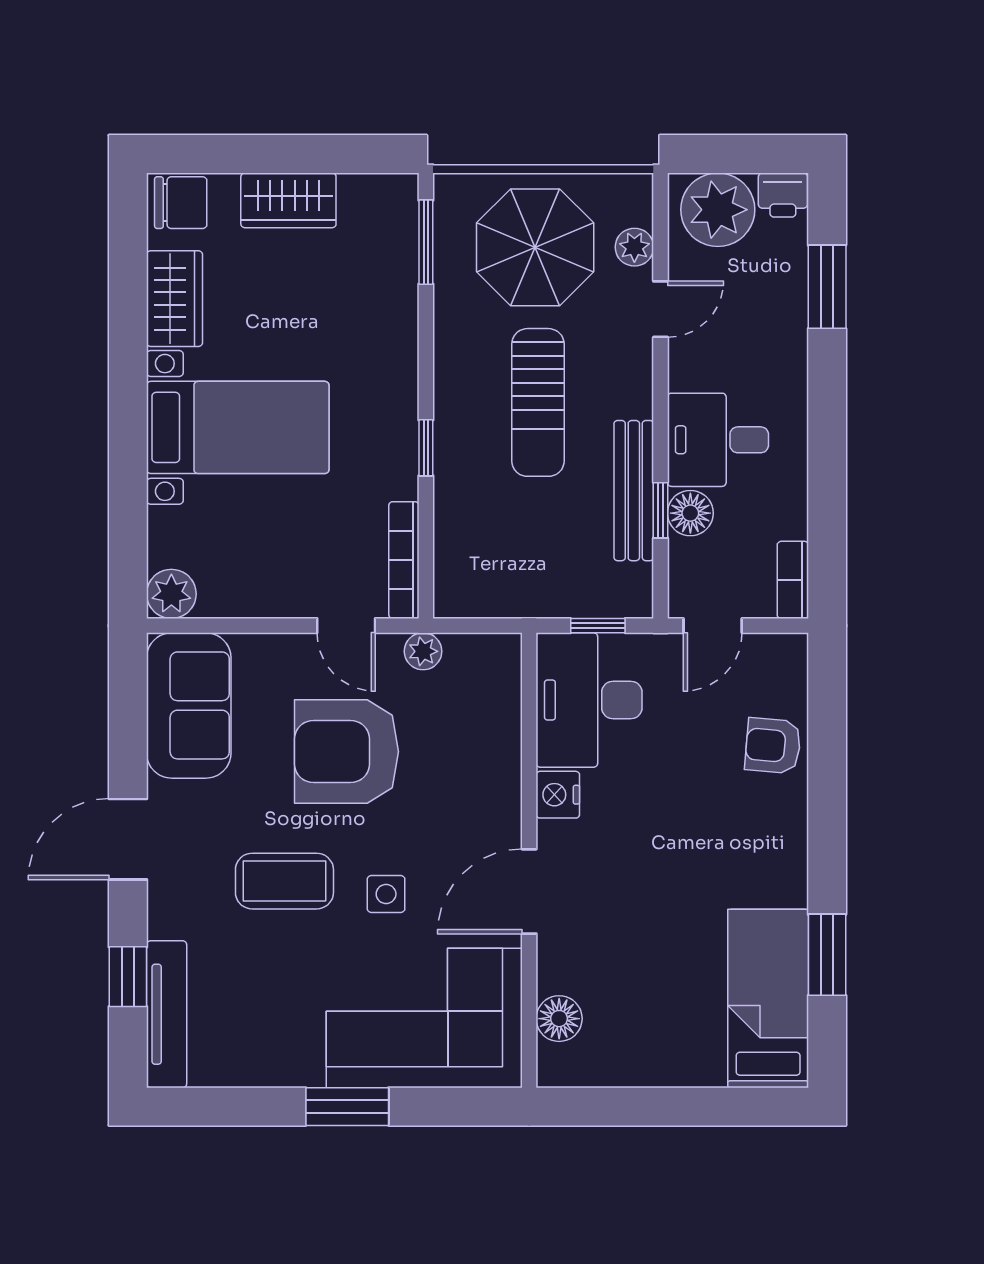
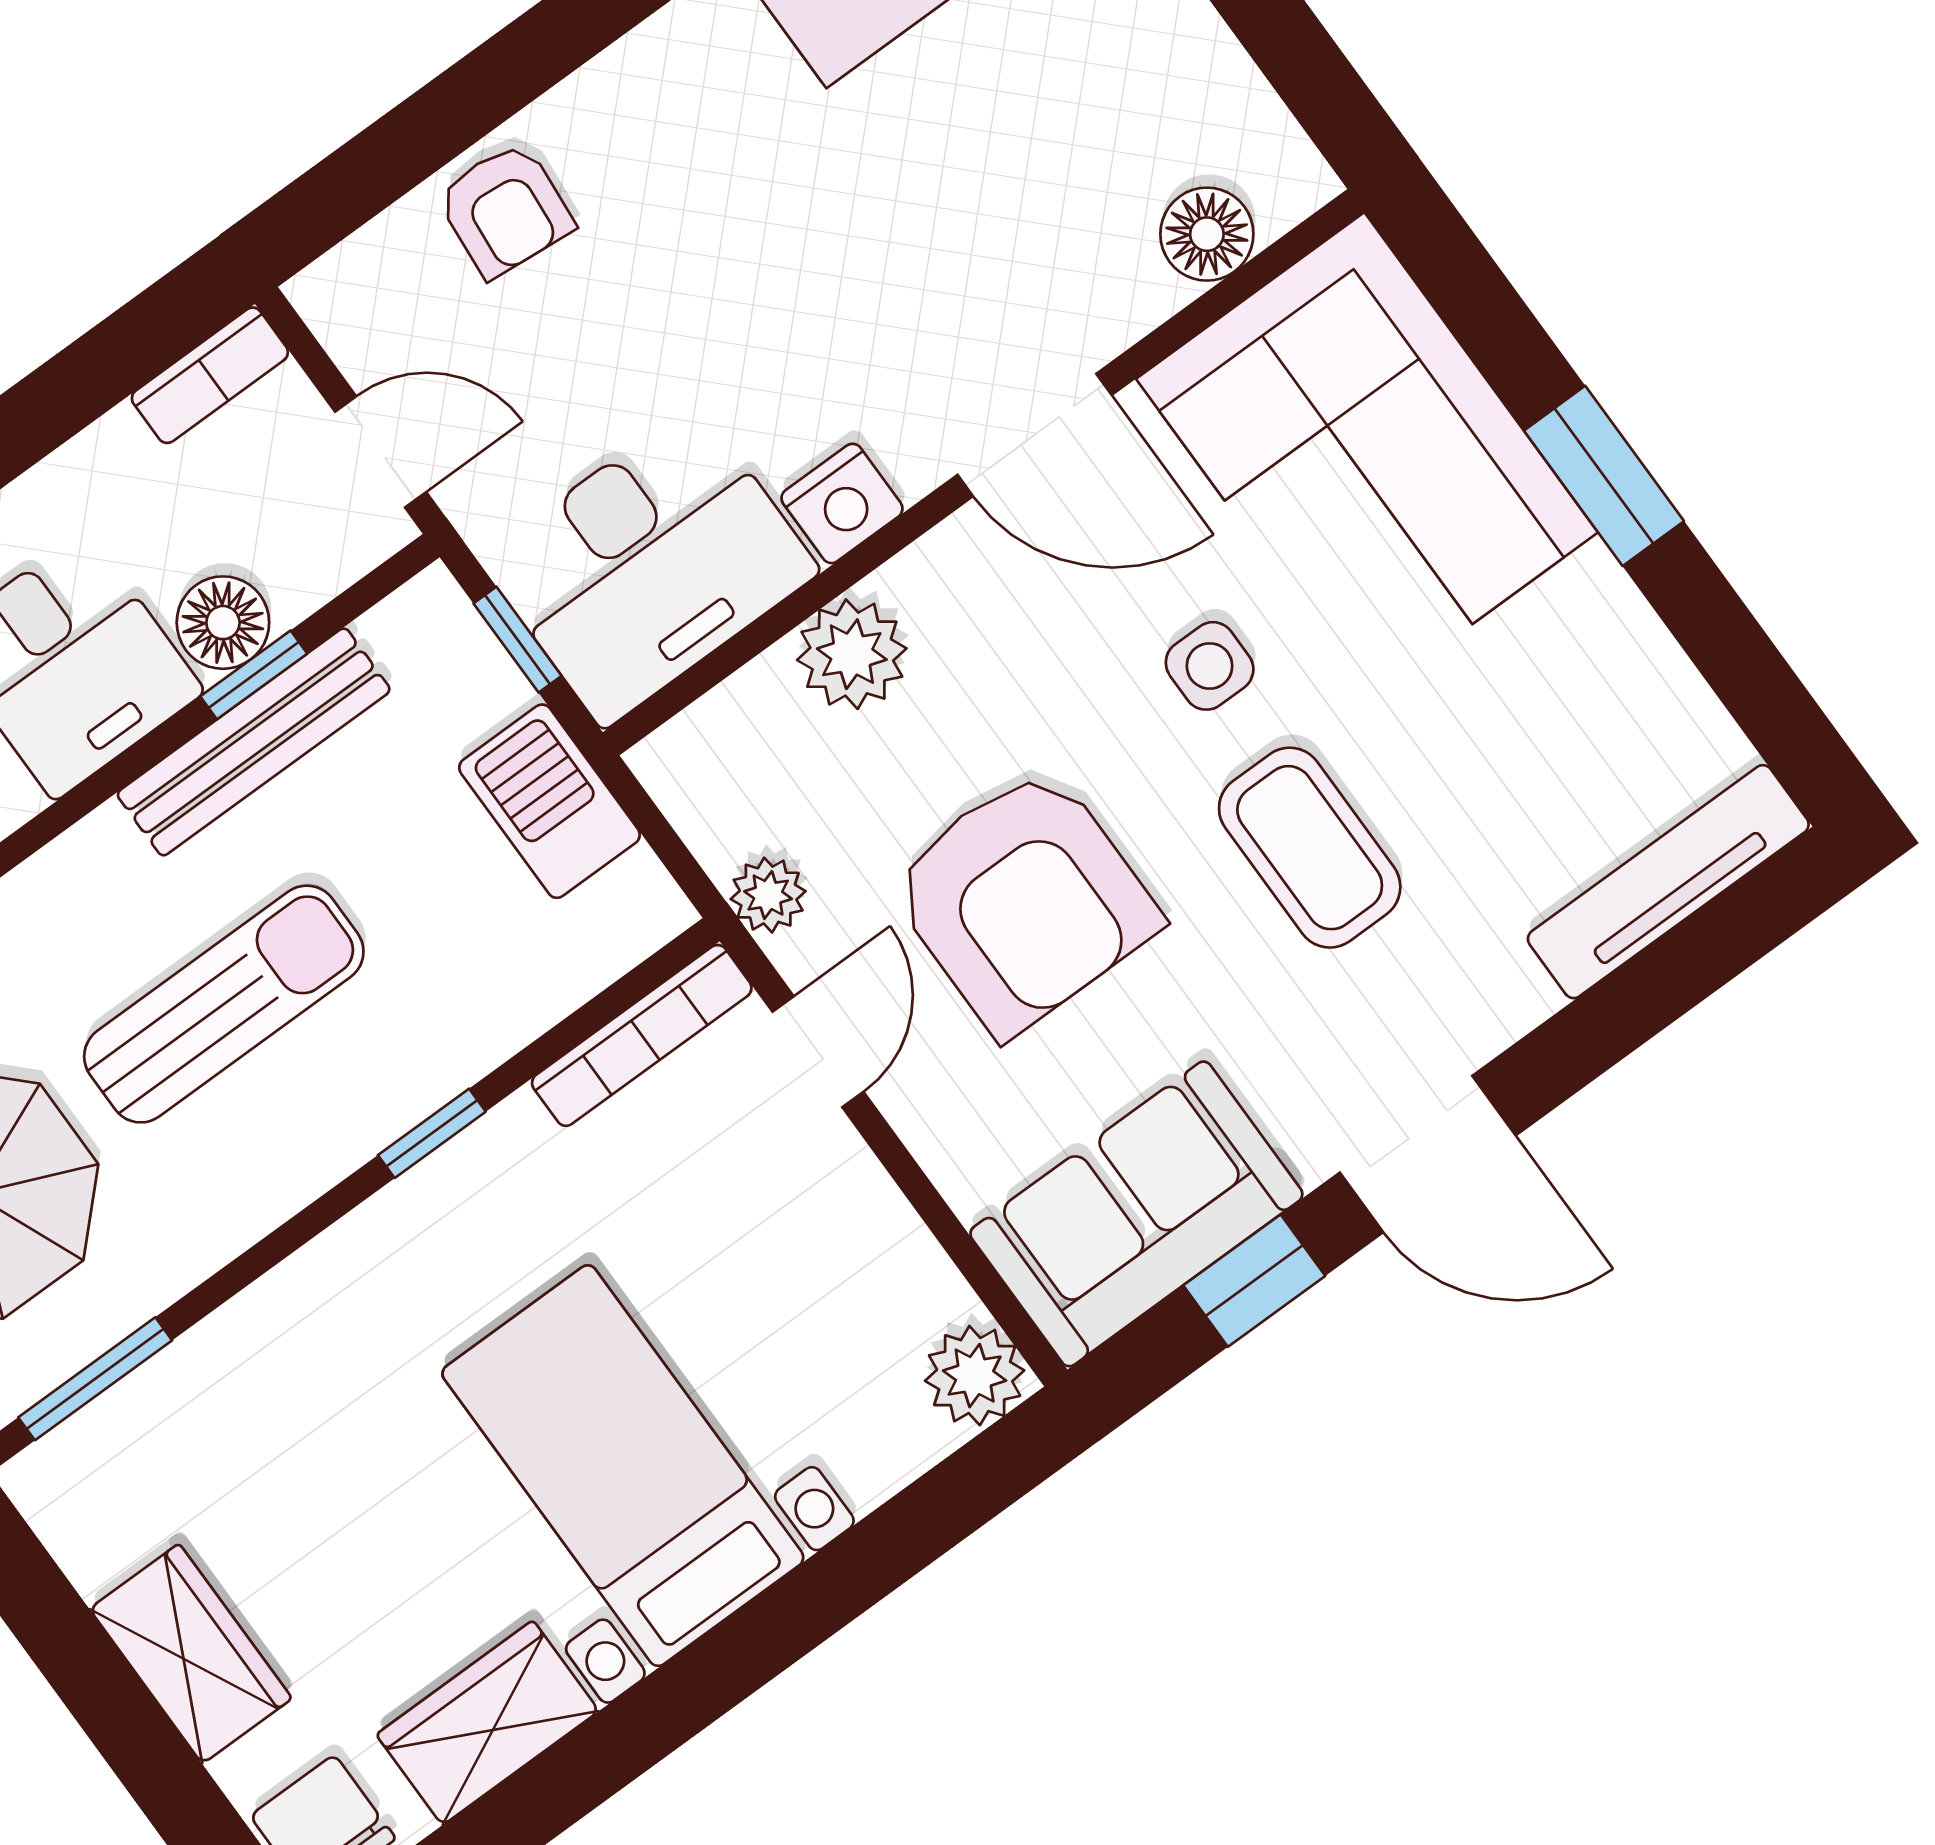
barbecue: (524, 591) -> (550, 801), added
plant: (495, 755) -> (852, 654), added
window: (128, 977) -> (1254, 1281), moved

